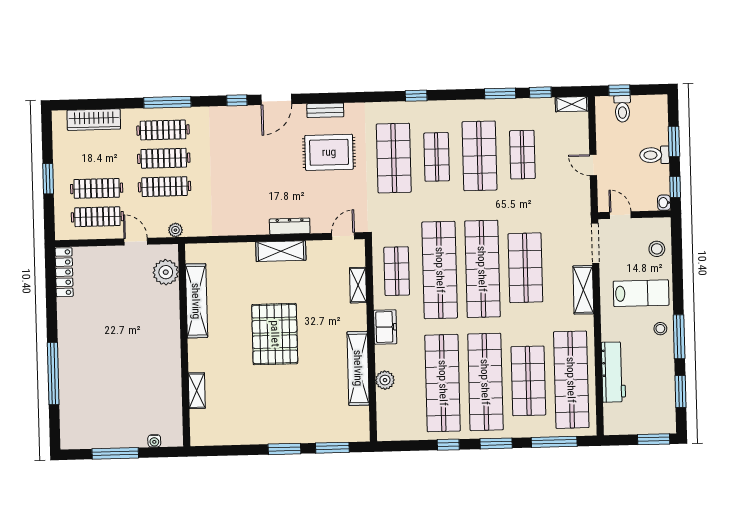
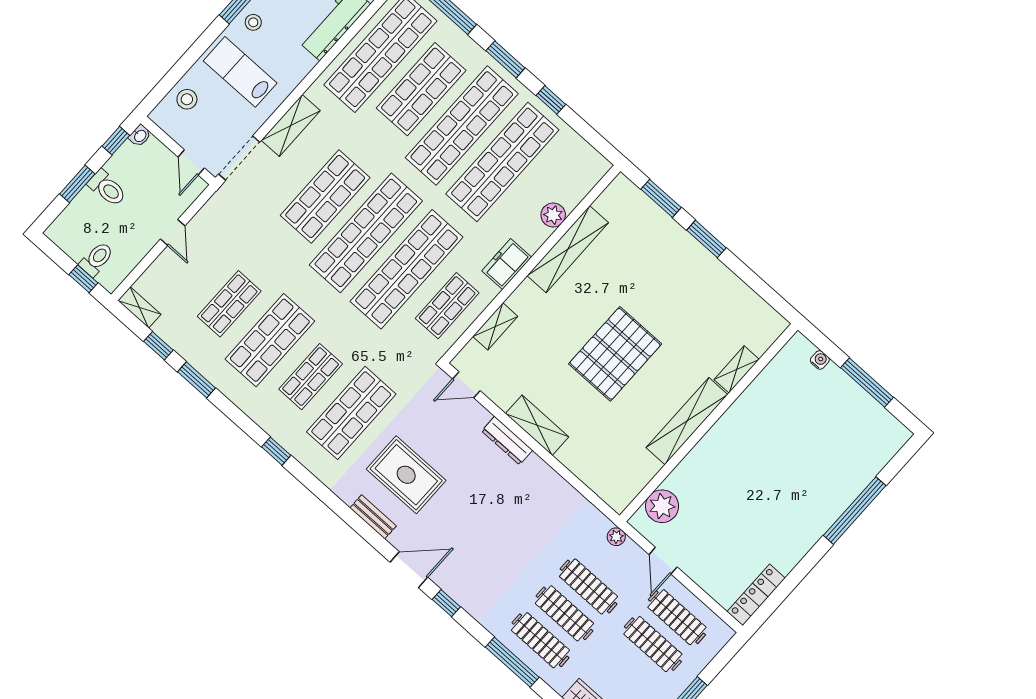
shelving: (196, 301) -> (687, 421), moved

